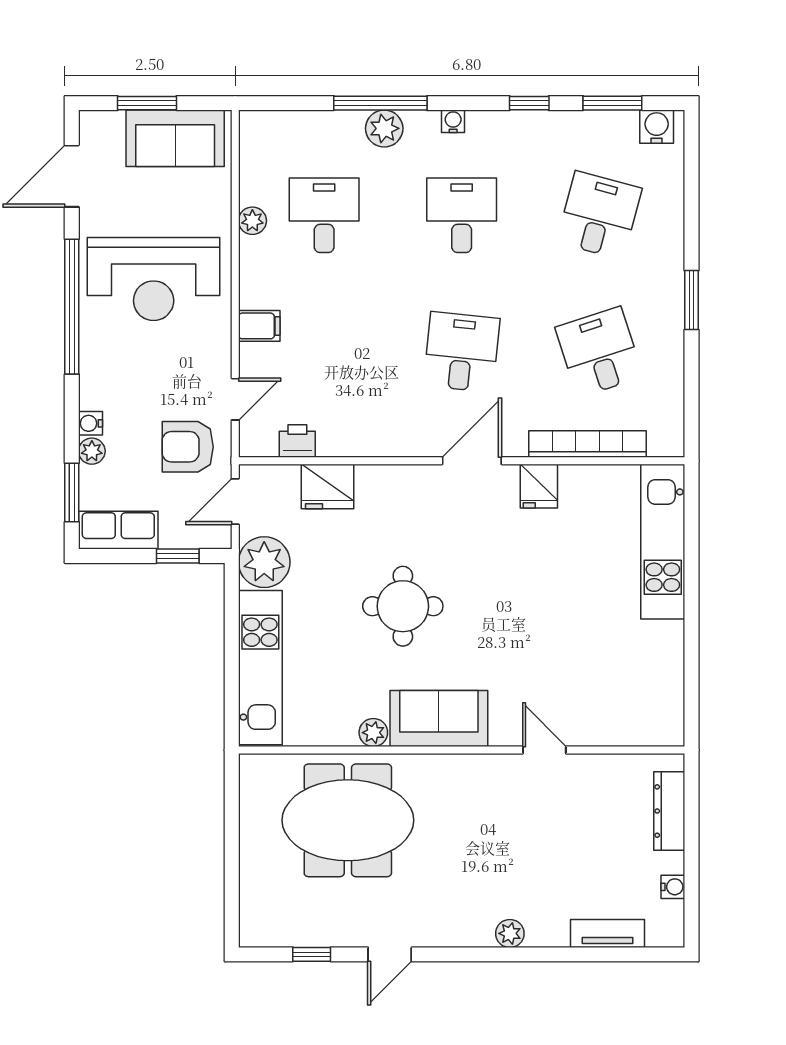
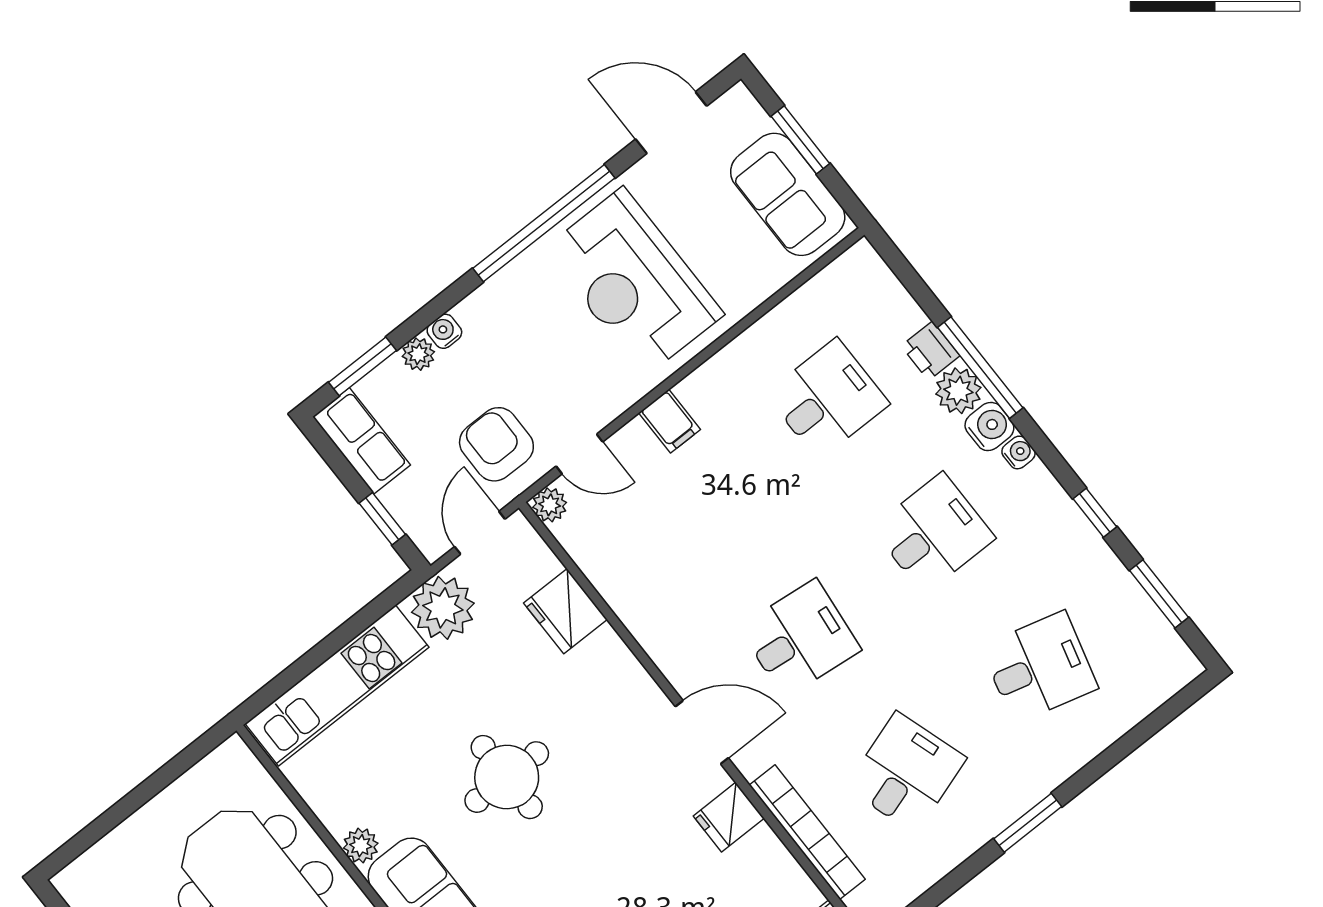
water cooler: (657, 127) -> (989, 427), moved
plant: (252, 221) -> (550, 505), moved
printer: (297, 441) -> (930, 351), moved, turned 180
door: (235, 501) -> (480, 533), hinge flipped

